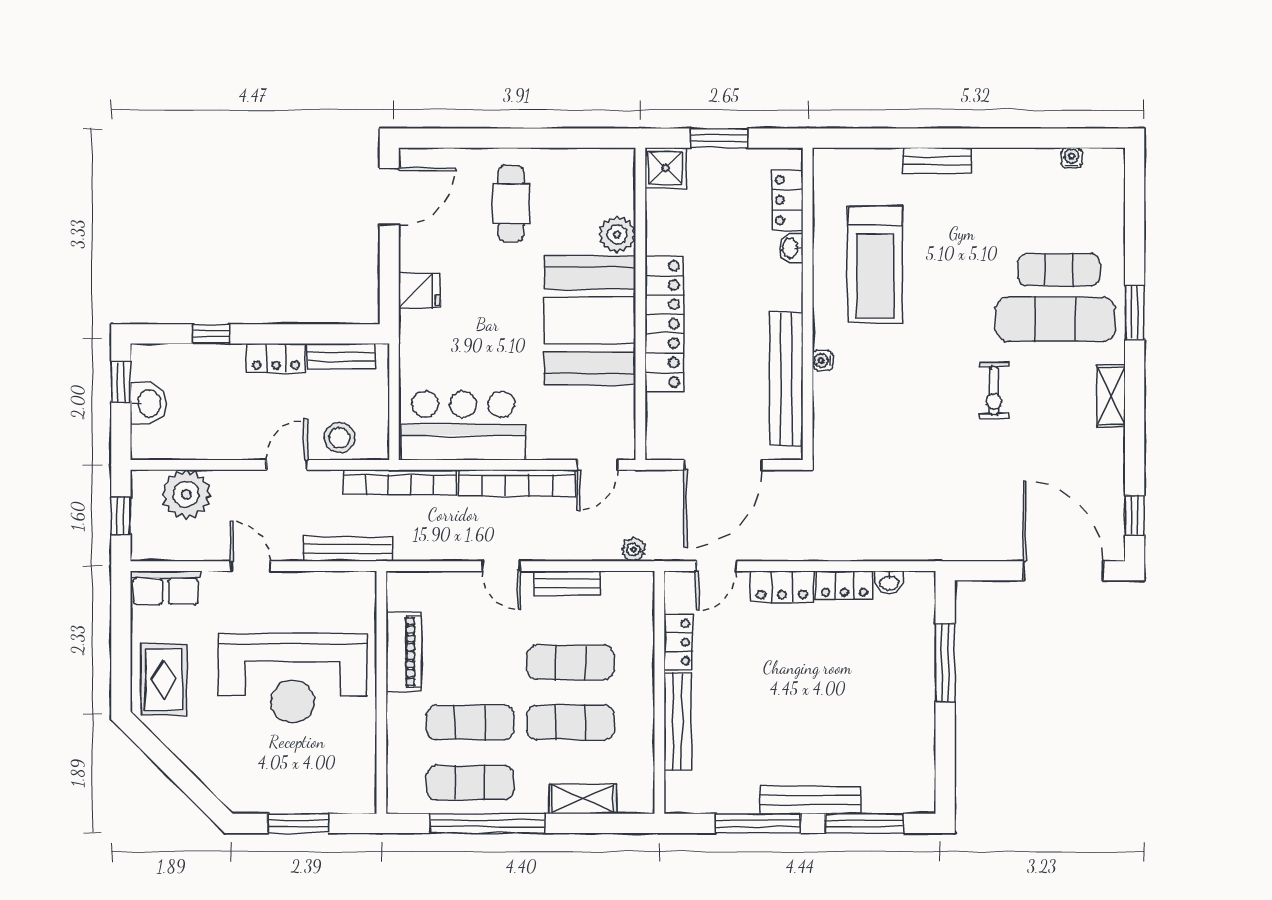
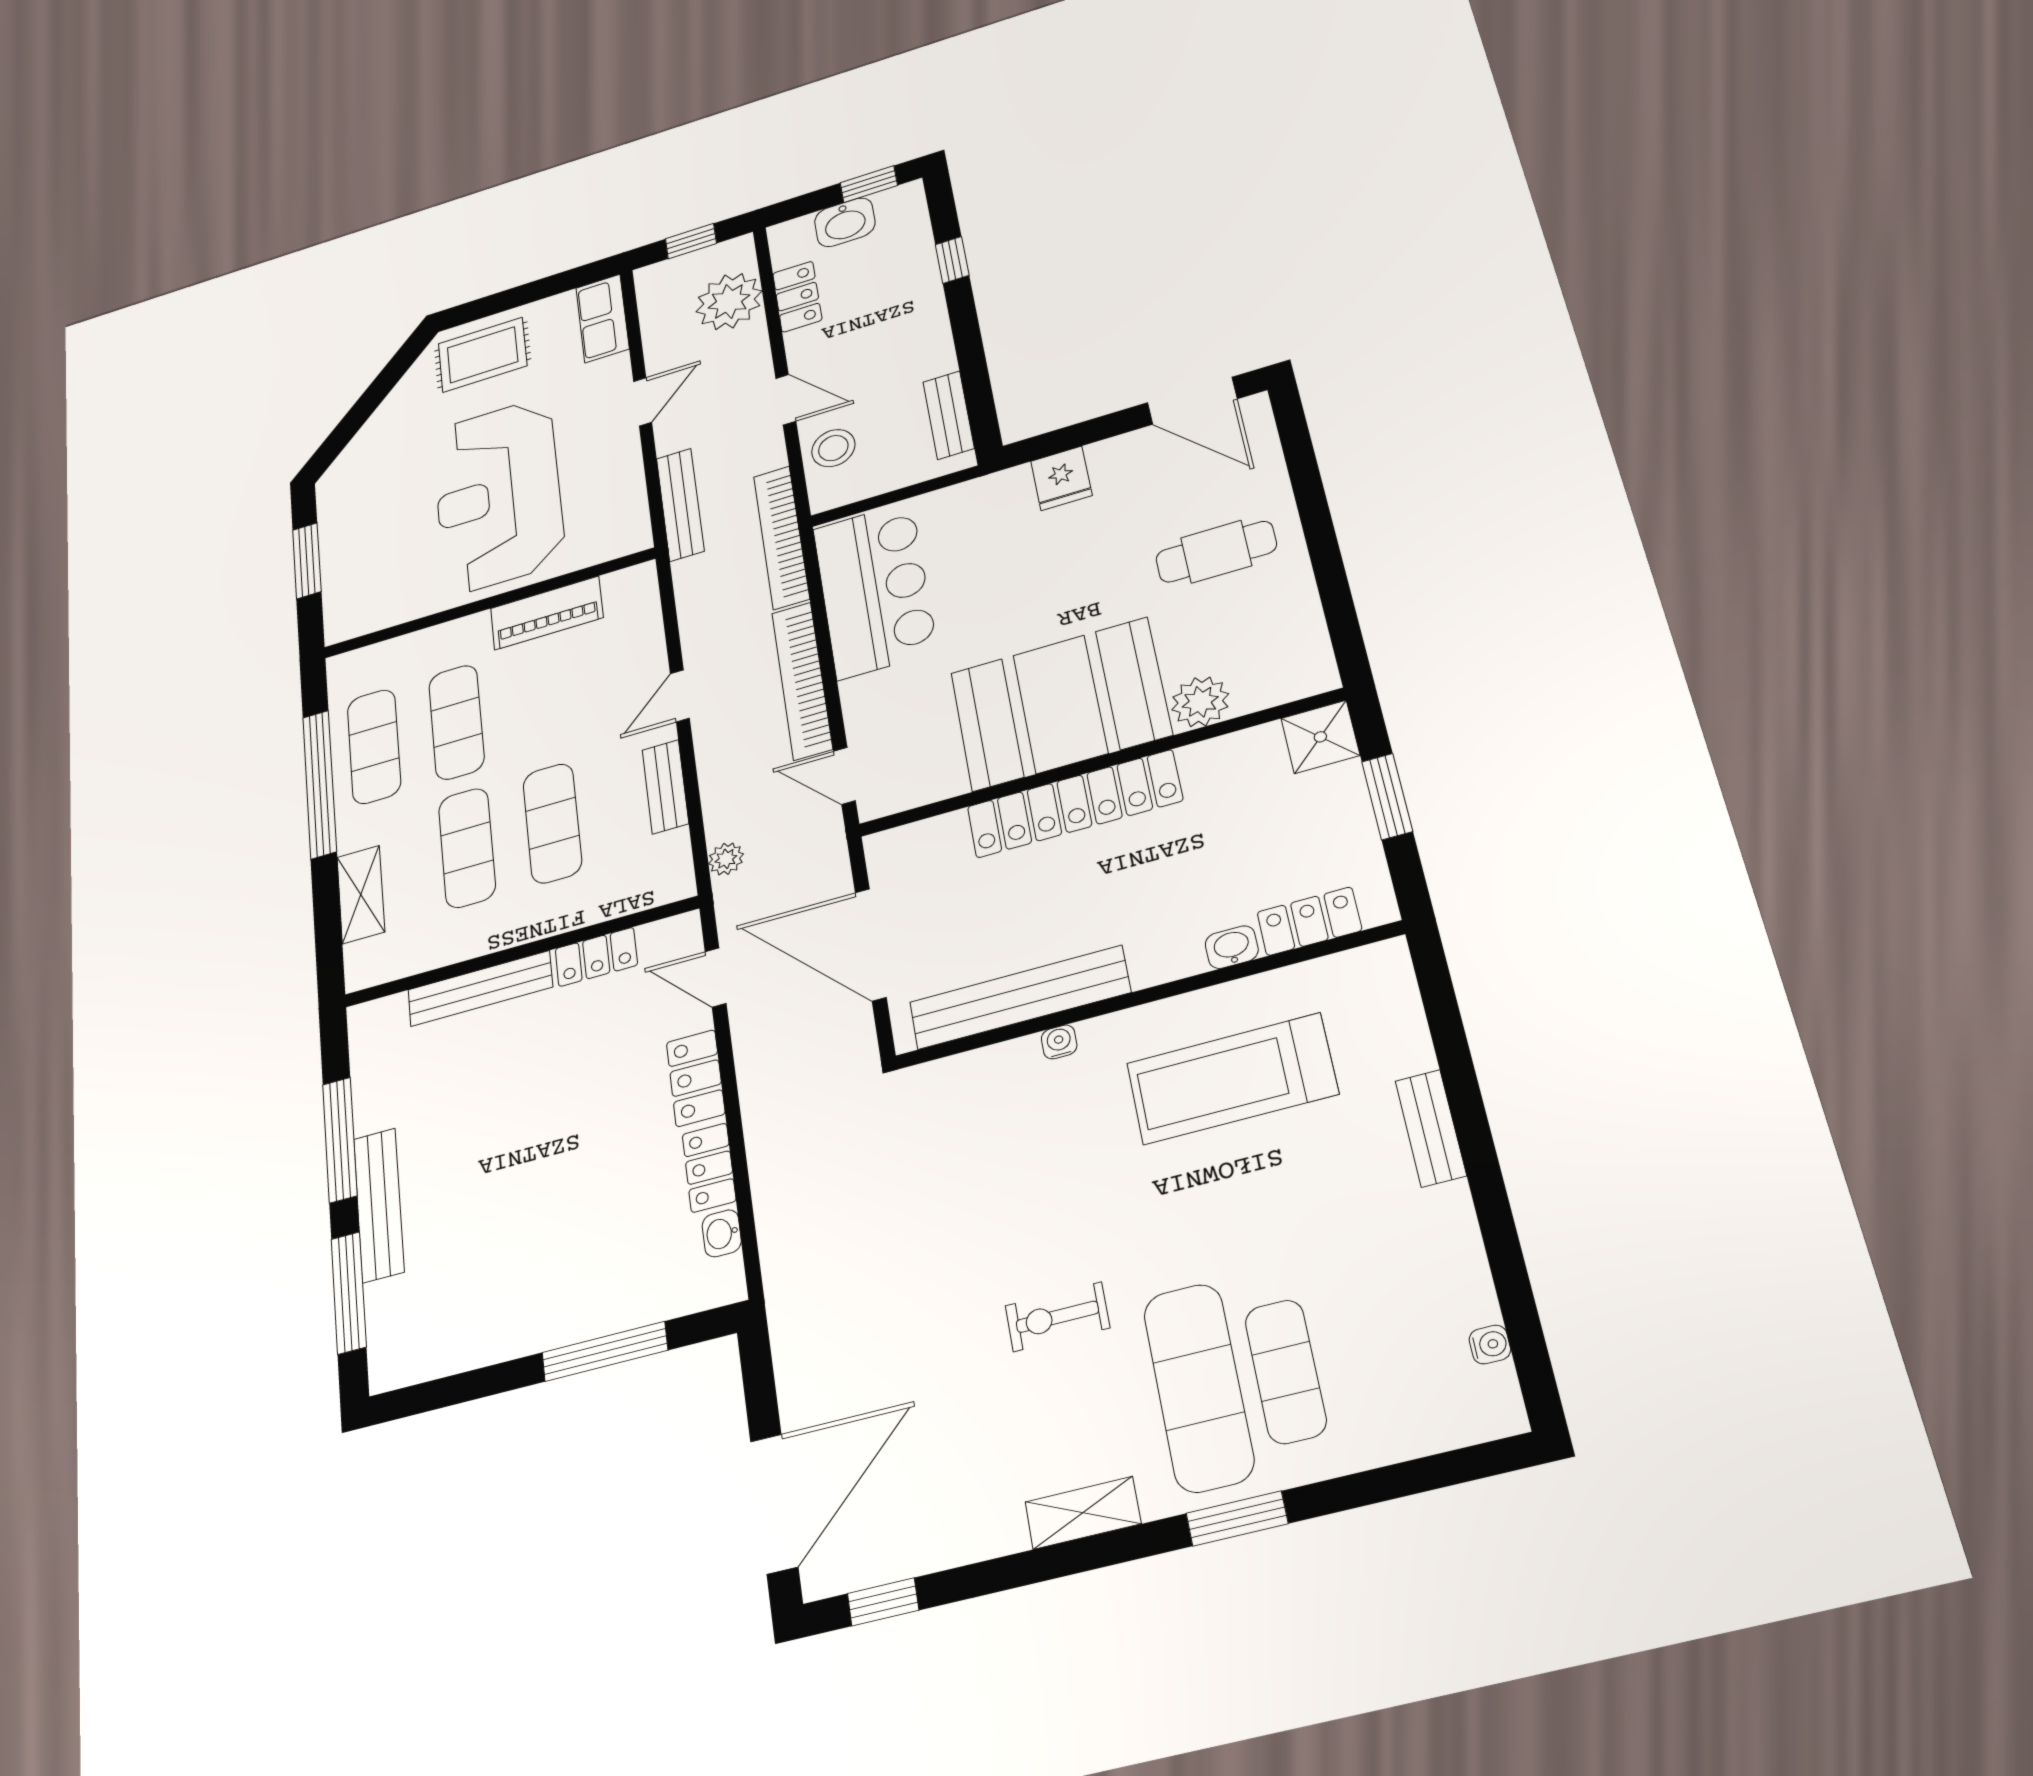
locker: (276, 358) -> (797, 297), moved, turned 180

